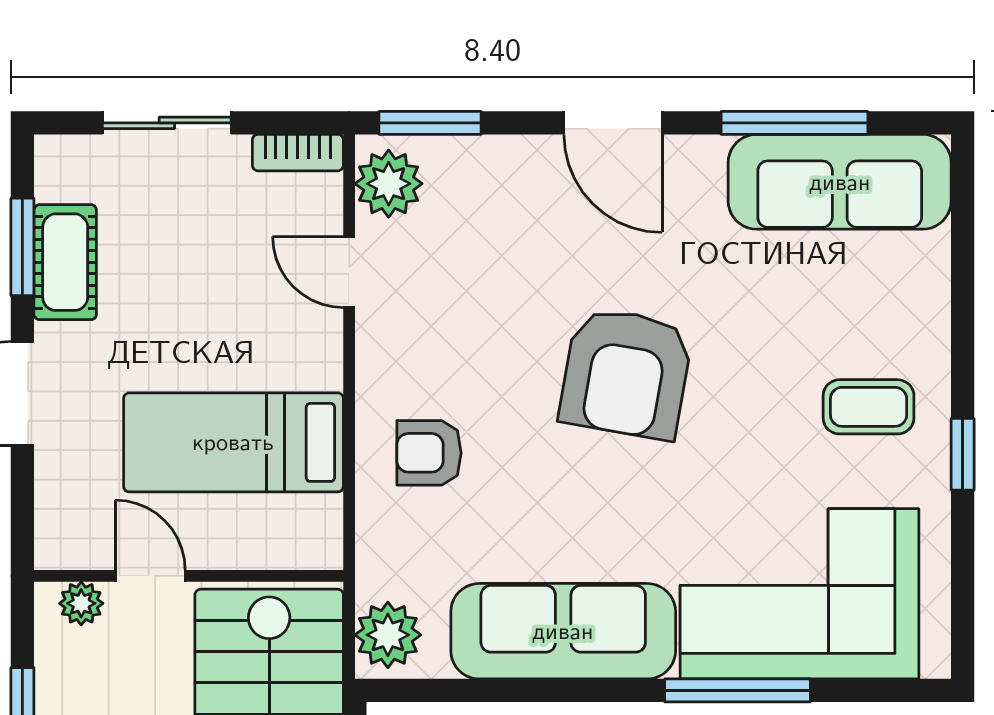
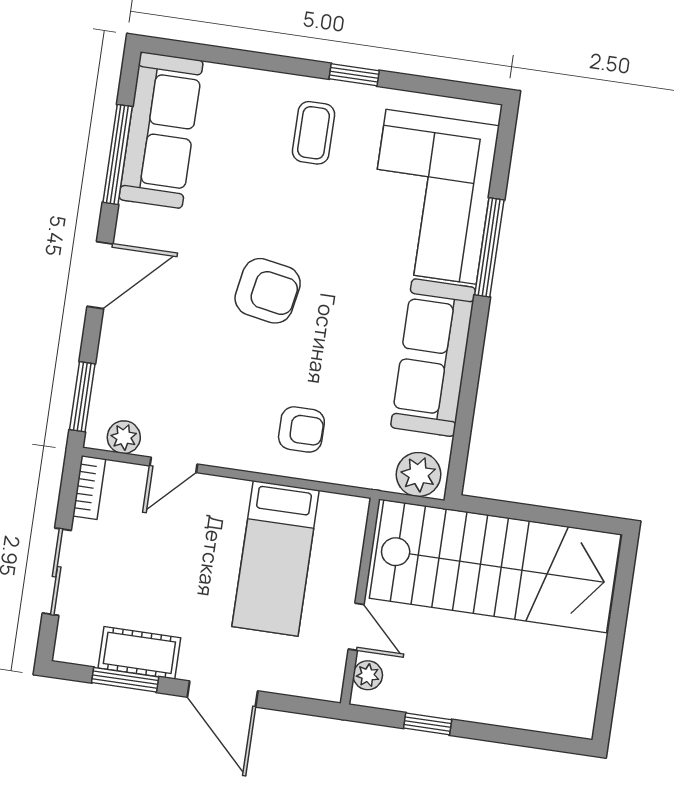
plant: (389, 184) -> (124, 437), width x0.73, depth x0.73
armchair: (626, 373) -> (268, 291), width x0.73, depth x0.73
armchair: (429, 453) -> (301, 429), turned -90
door: (150, 576) -> (356, 627), swing flipped

